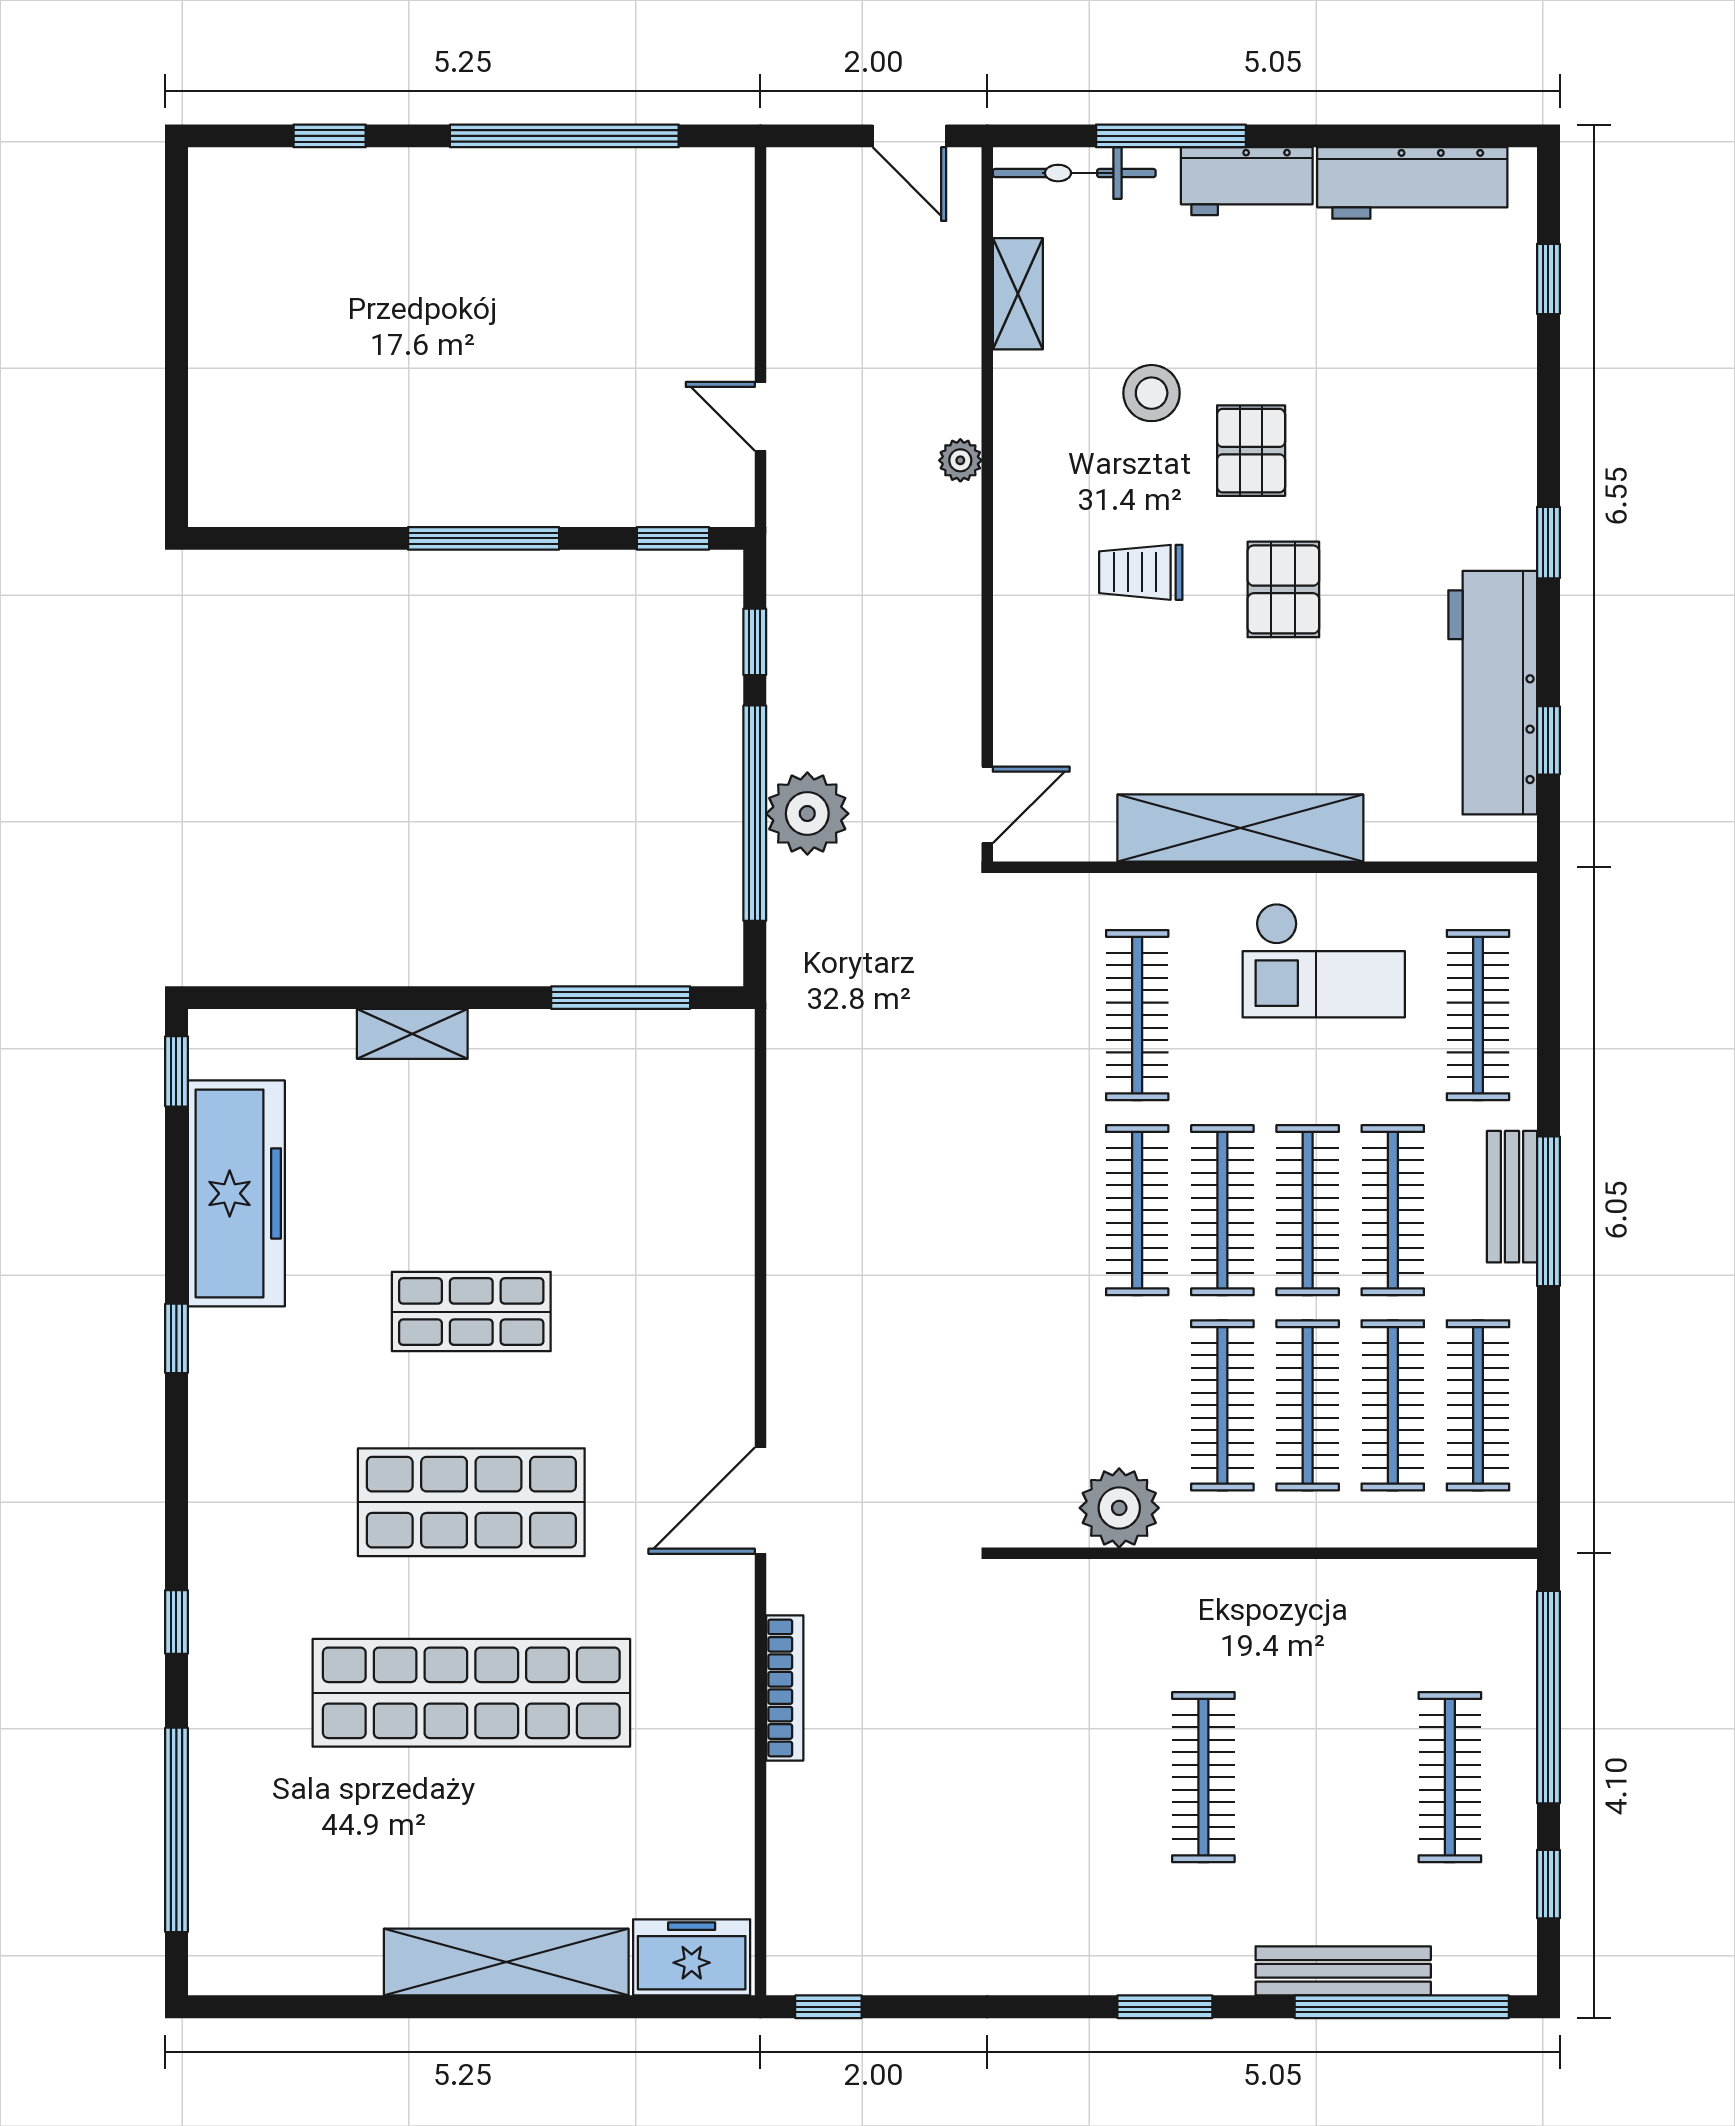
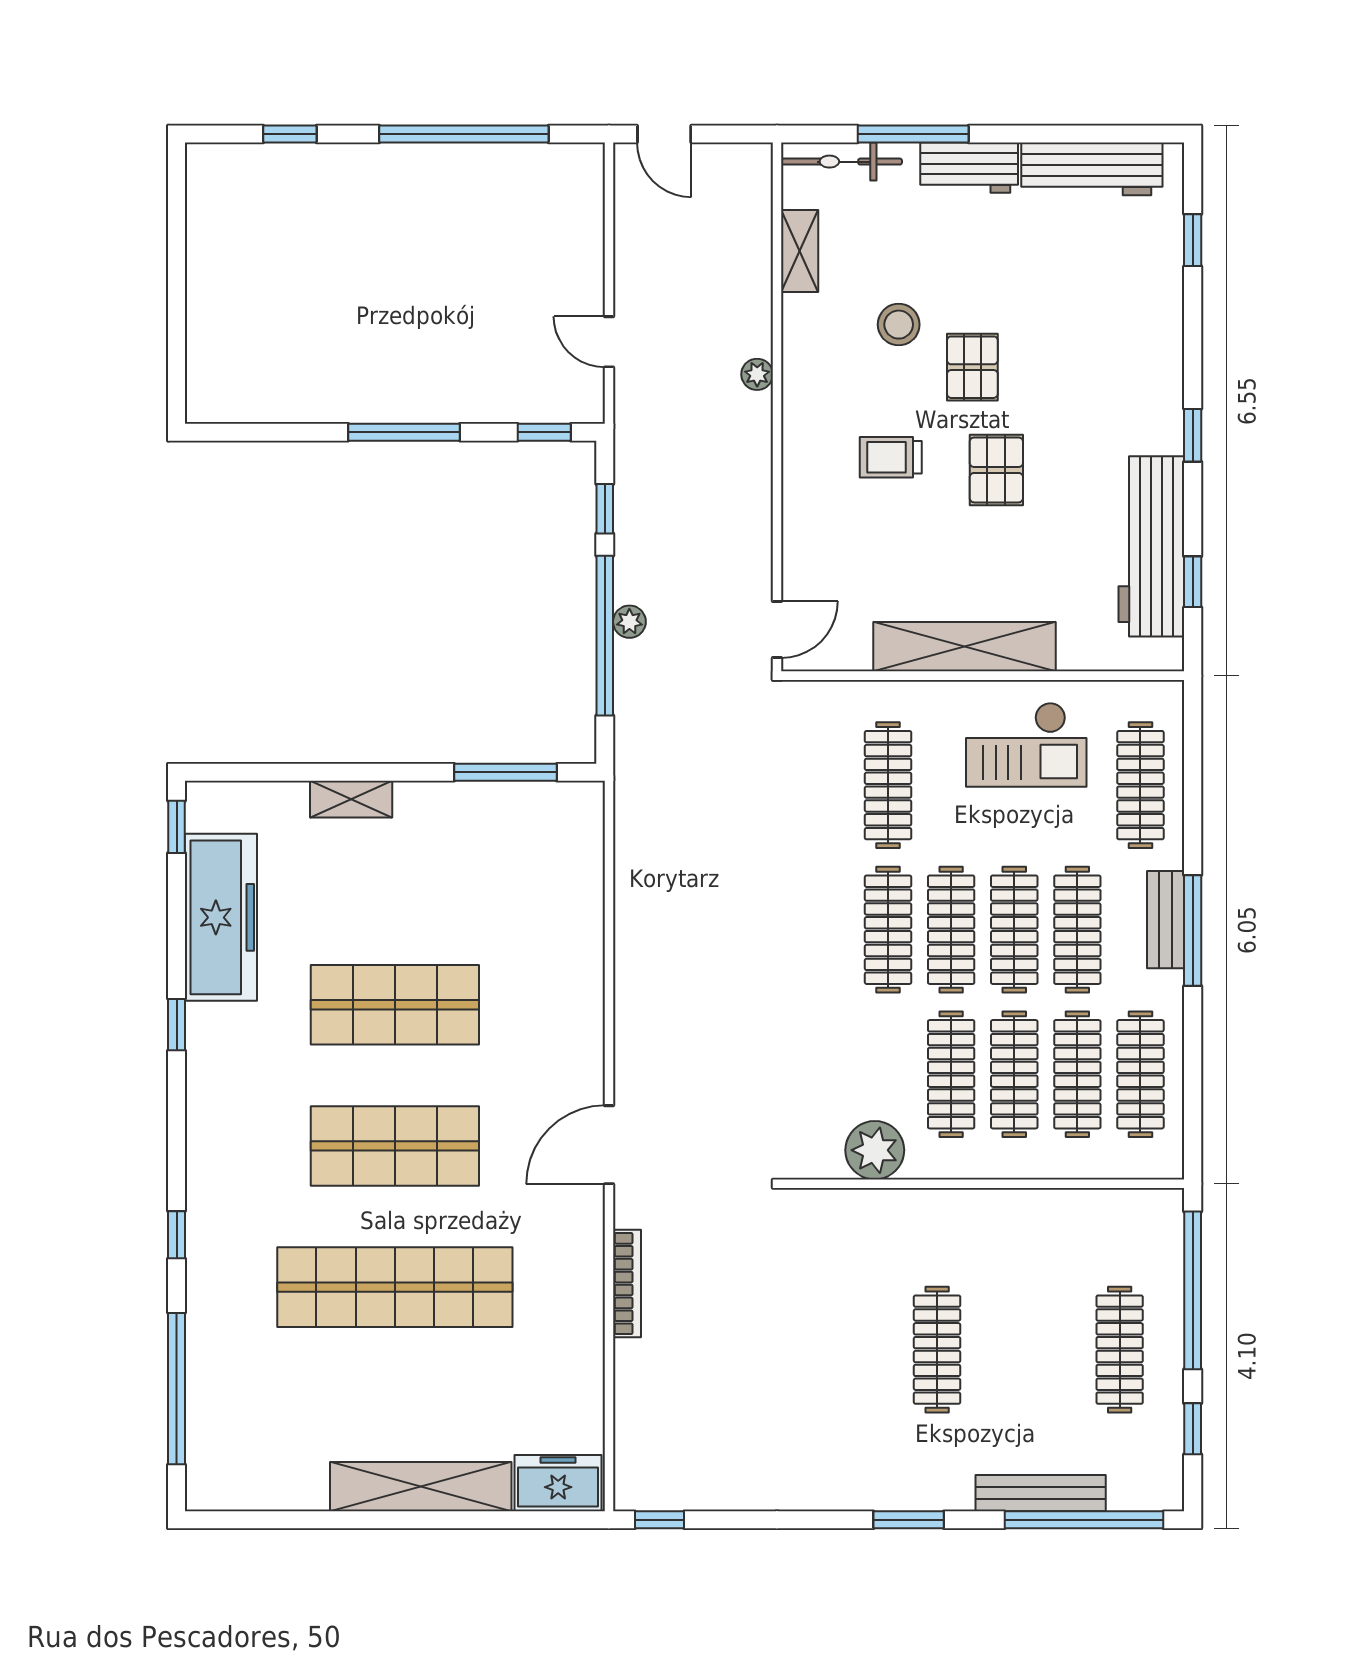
door: (909, 136) -> (664, 134), moved
plant: (807, 814) -> (629, 622), width x0.53, depth x0.53
shop shelf: (471, 1312) -> (395, 1005), width x1.43, depth x1.36

